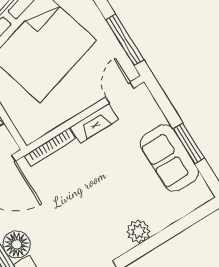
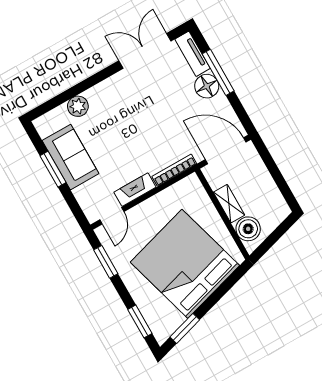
window: (125, 40) -> (106, 262), width x0.69
plant: (138, 231) -> (78, 106), moved

